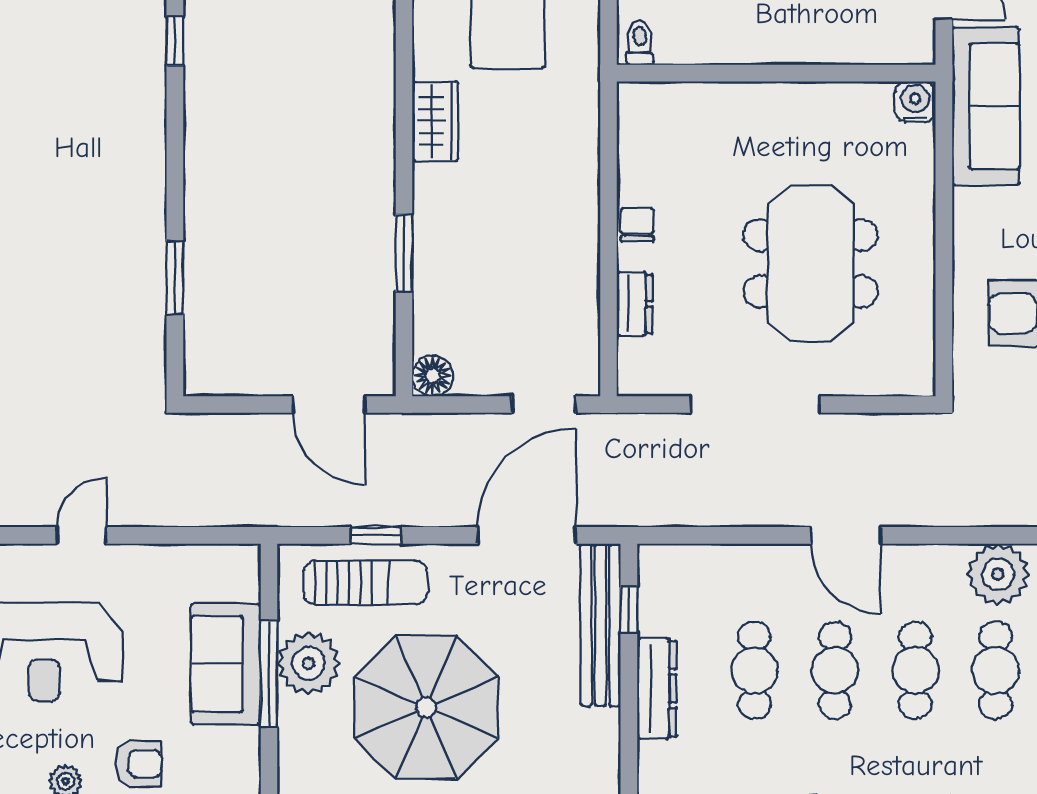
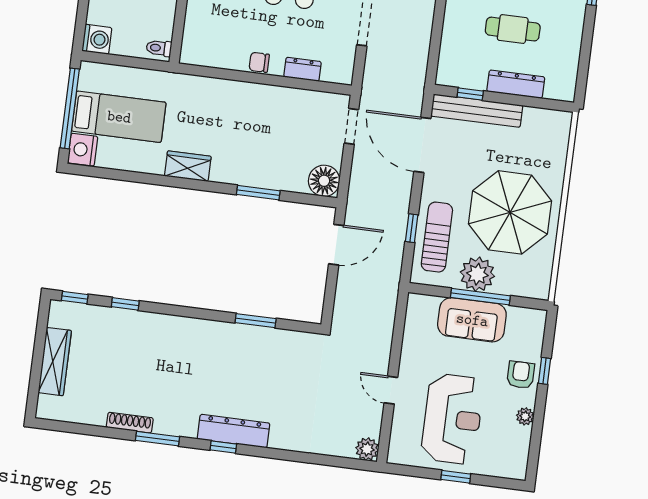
floor lamp: (433, 376) -> (324, 181), width x1.38, depth x1.38

